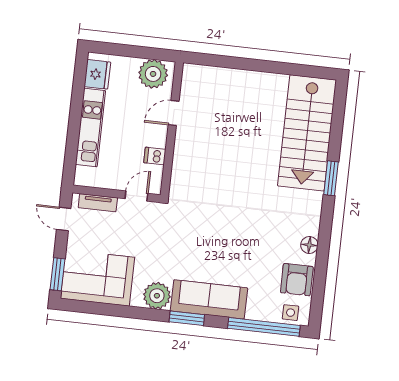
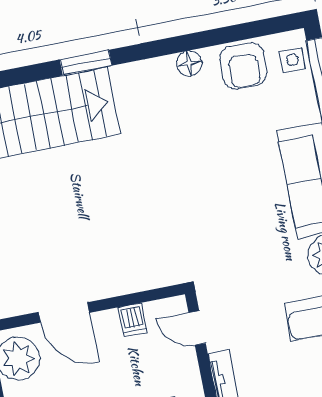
door: (174, 113) -> (64, 312), width x1.38
armchair: (297, 280) -> (243, 66), turned 90

